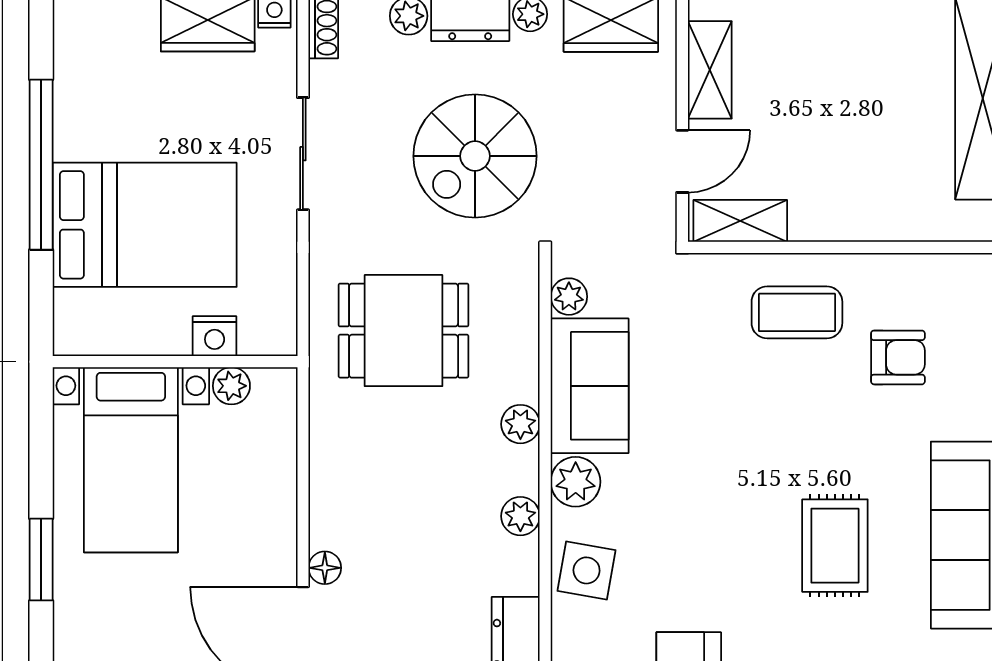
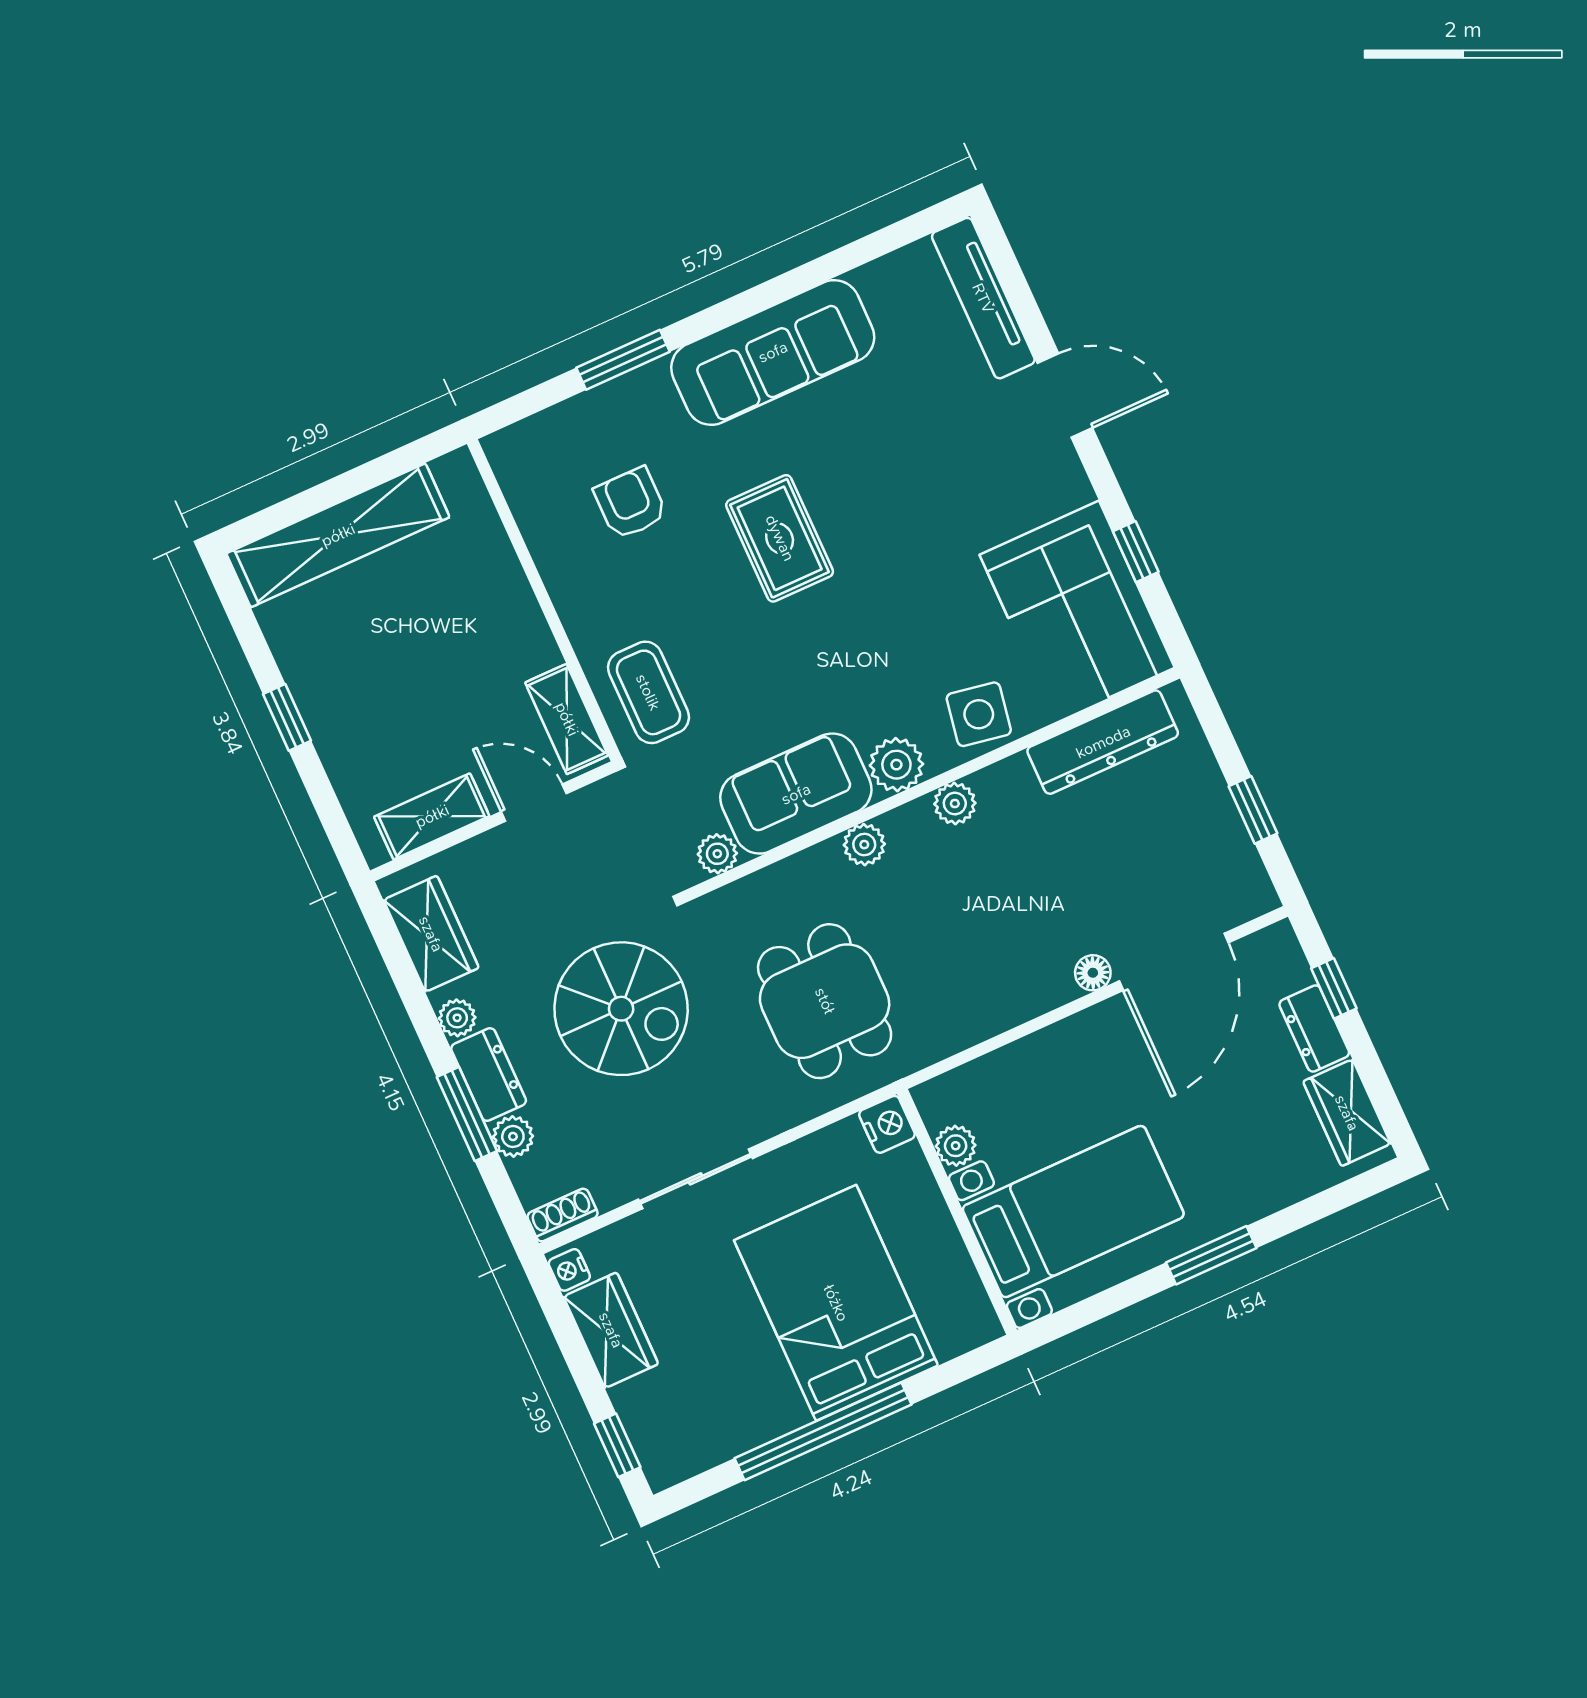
coffee table: (797, 312) -> (648, 692), moved
nightstand: (215, 336) -> (887, 1124), moved
rug: (835, 546) -> (780, 538), moved, turned 90

